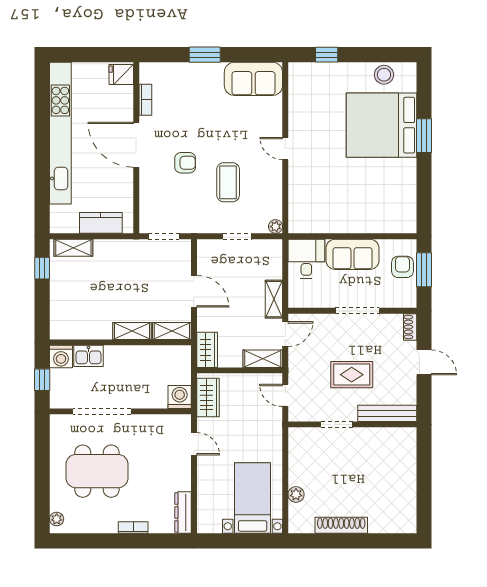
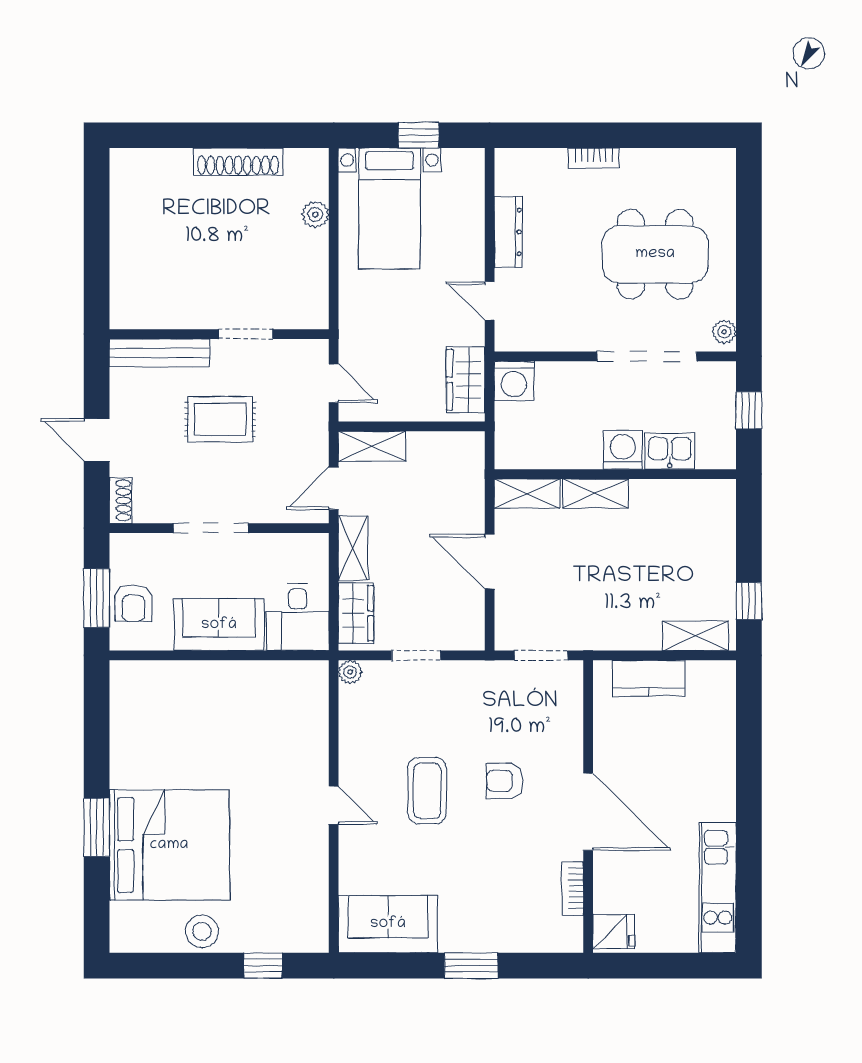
stool: (384, 75) -> (202, 931), moved
kitchen unit: (60, 133) -> (718, 888), width x0.54
coffee table: (228, 182) -> (427, 791), moved
wardrobe: (207, 350) -> (356, 613), moved, turned 180
washing machine: (61, 357) -> (623, 450), moved
dresser: (183, 512) -> (508, 232), moved
plant: (57, 519) -> (724, 332), moved
window: (235, 541) -> (419, 135), added

